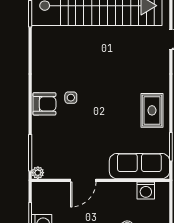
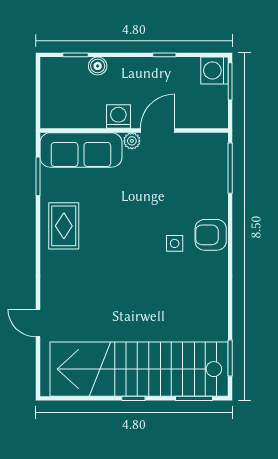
plant: (38, 173) -> (132, 141), moved
washing machine: (146, 190) -> (118, 117), moved

